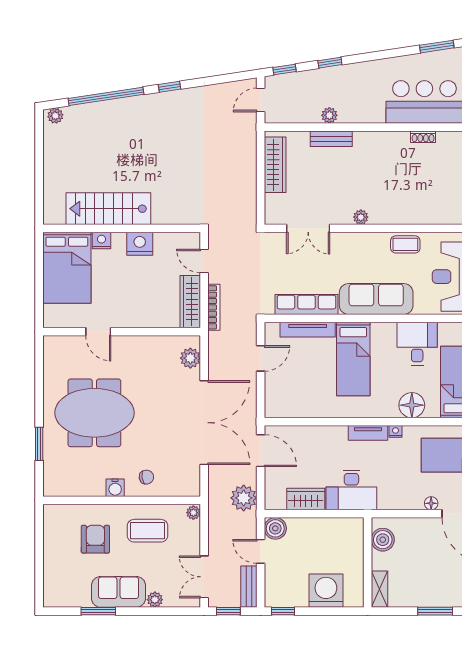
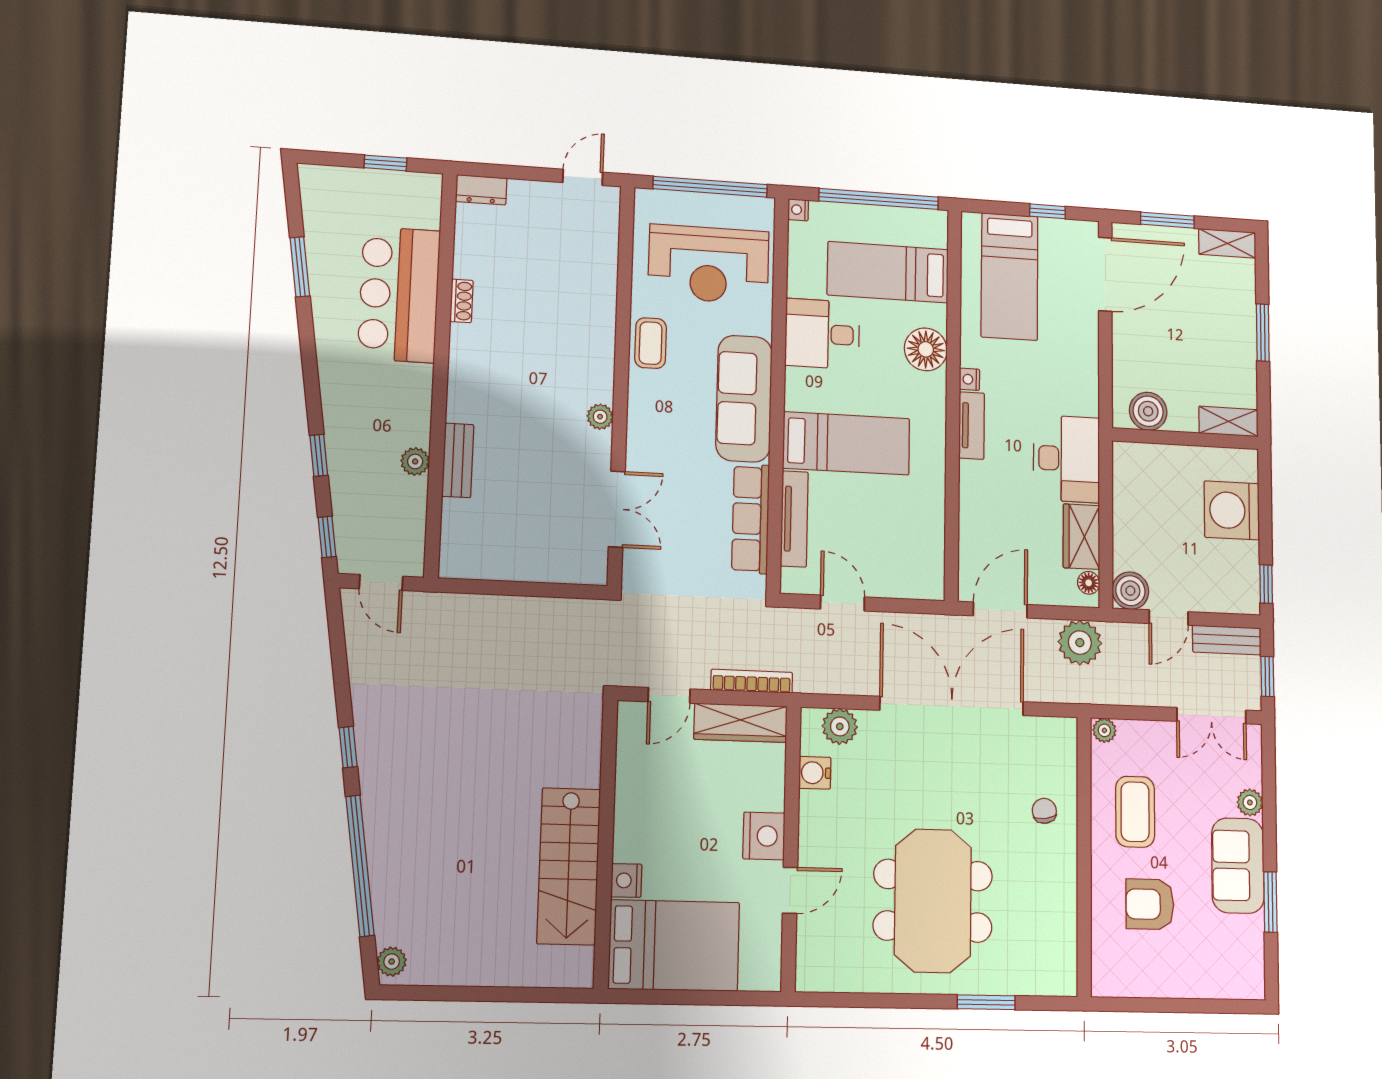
wardrobe: (275, 165) -> (501, 562), removed
nightstand: (140, 244) -> (764, 836), moved, turned 180
water cooler: (115, 488) -> (815, 773), moved, turned 180
floor lamp: (431, 503) -> (1089, 583), moved

